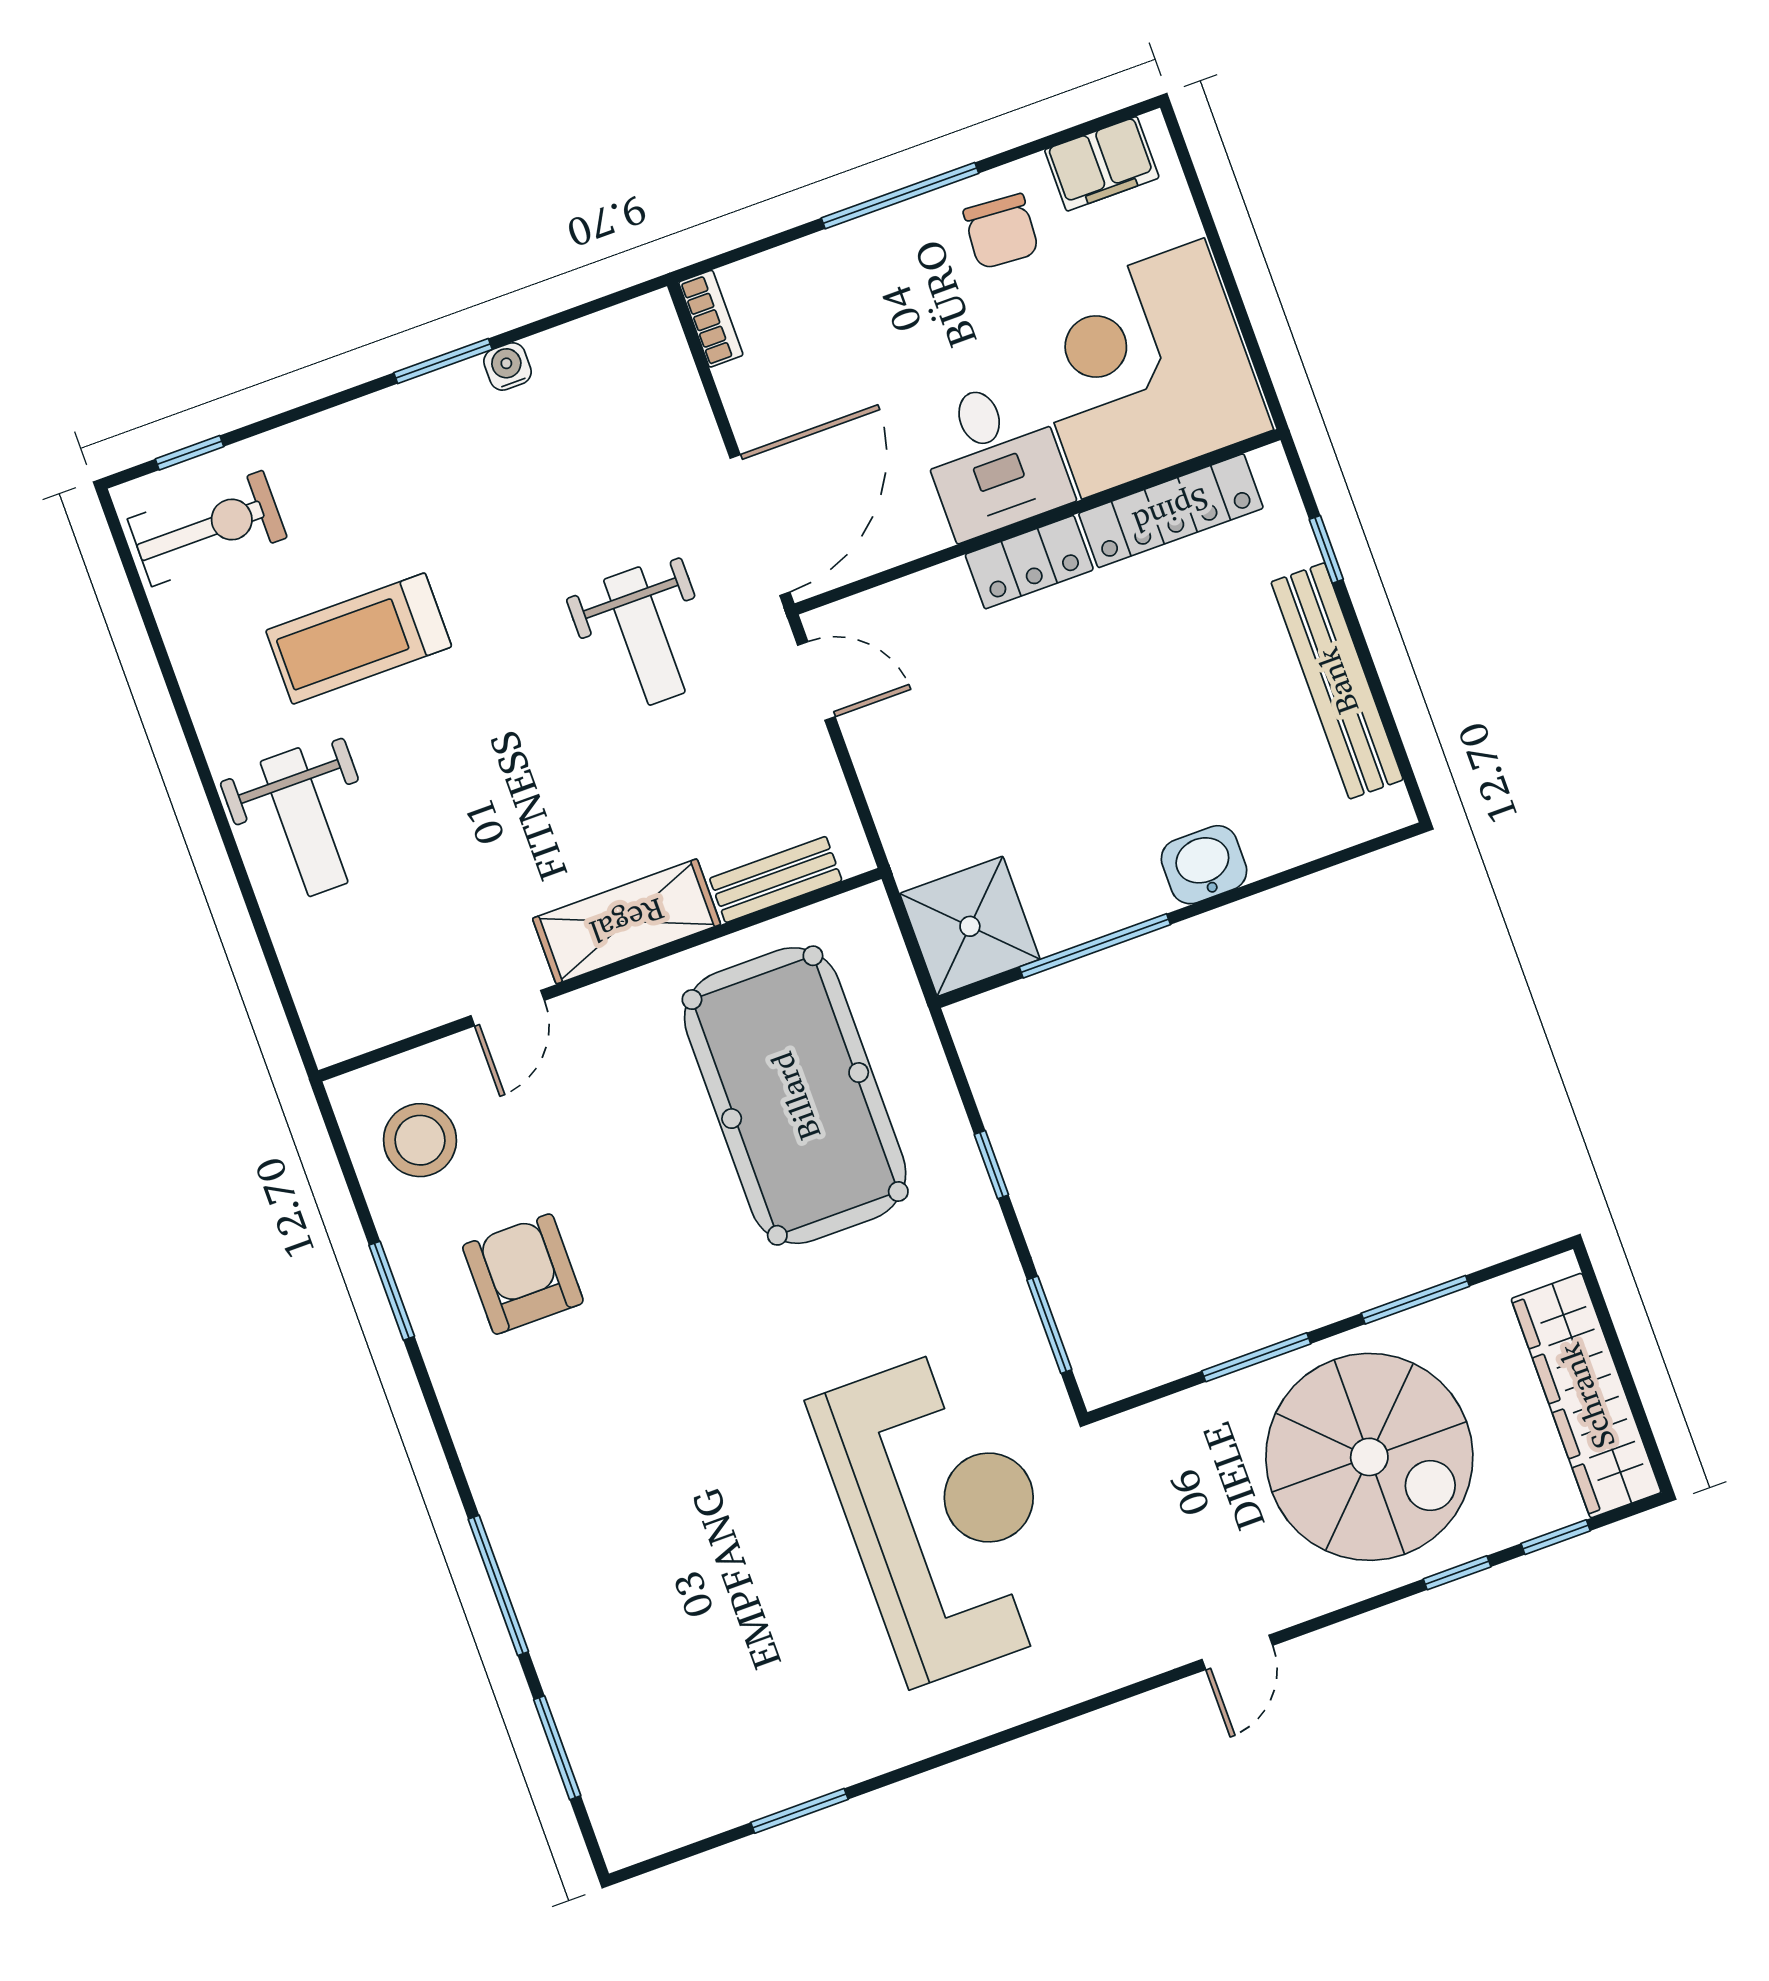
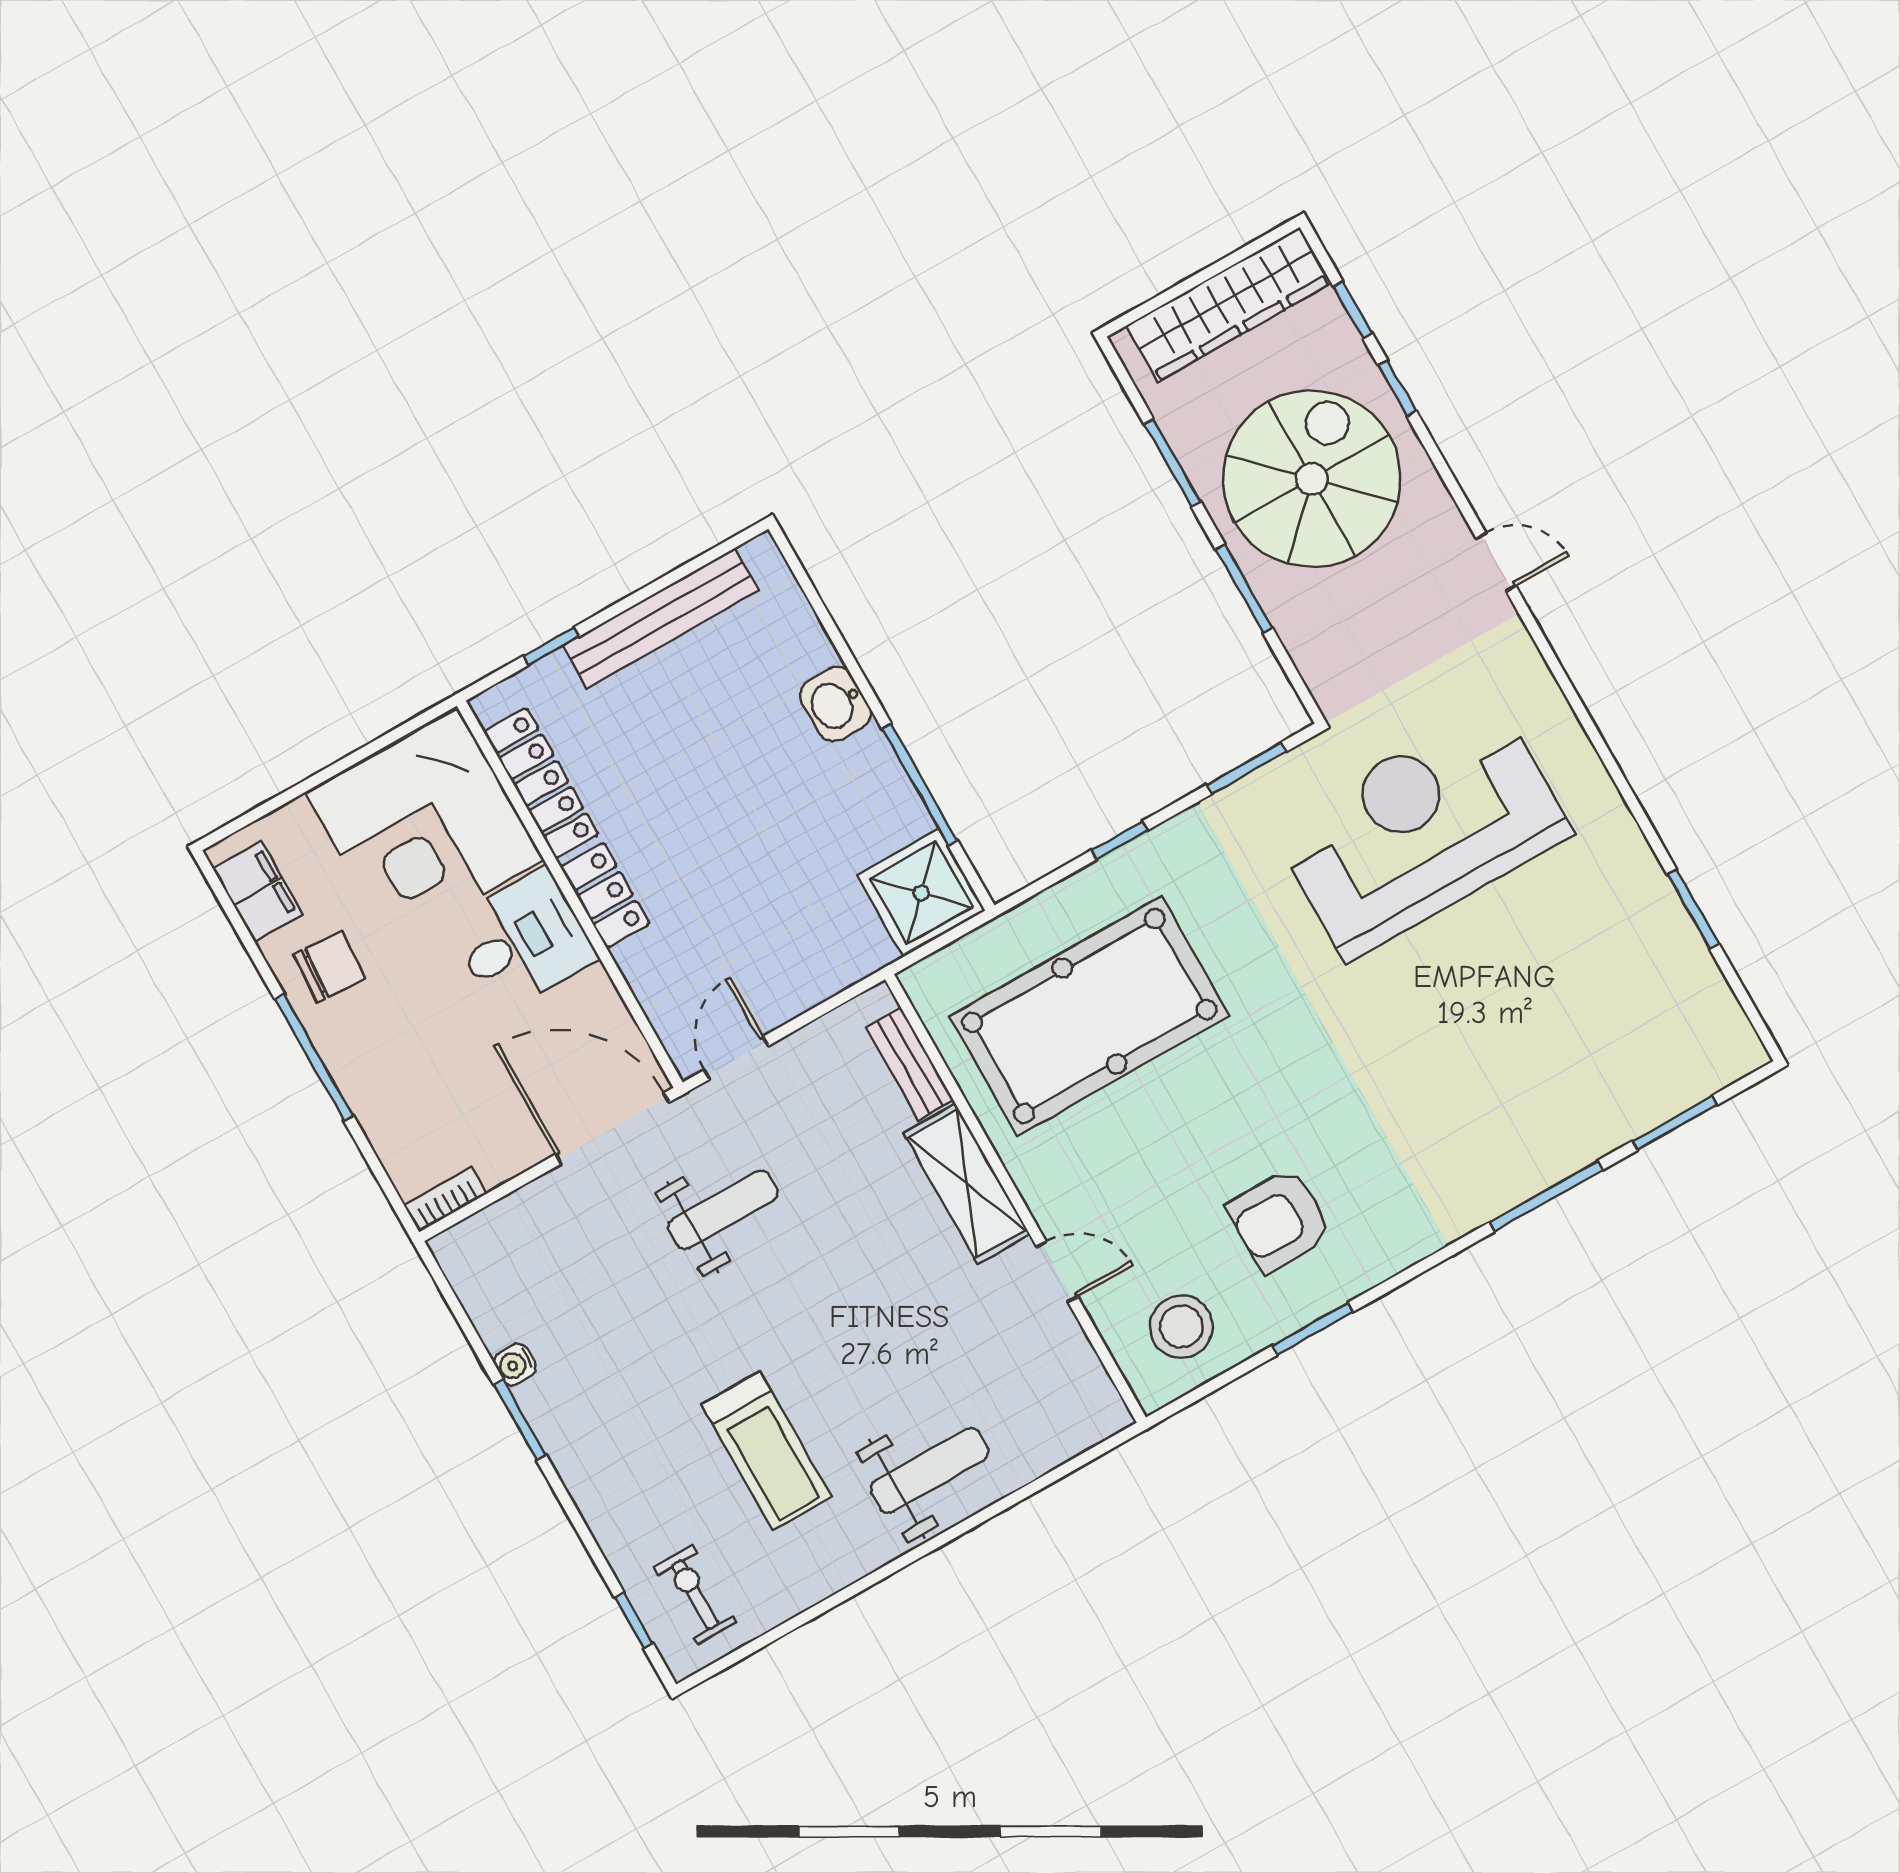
exercise bike: (207, 528) -> (695, 1595), width x0.73, depth x0.72

